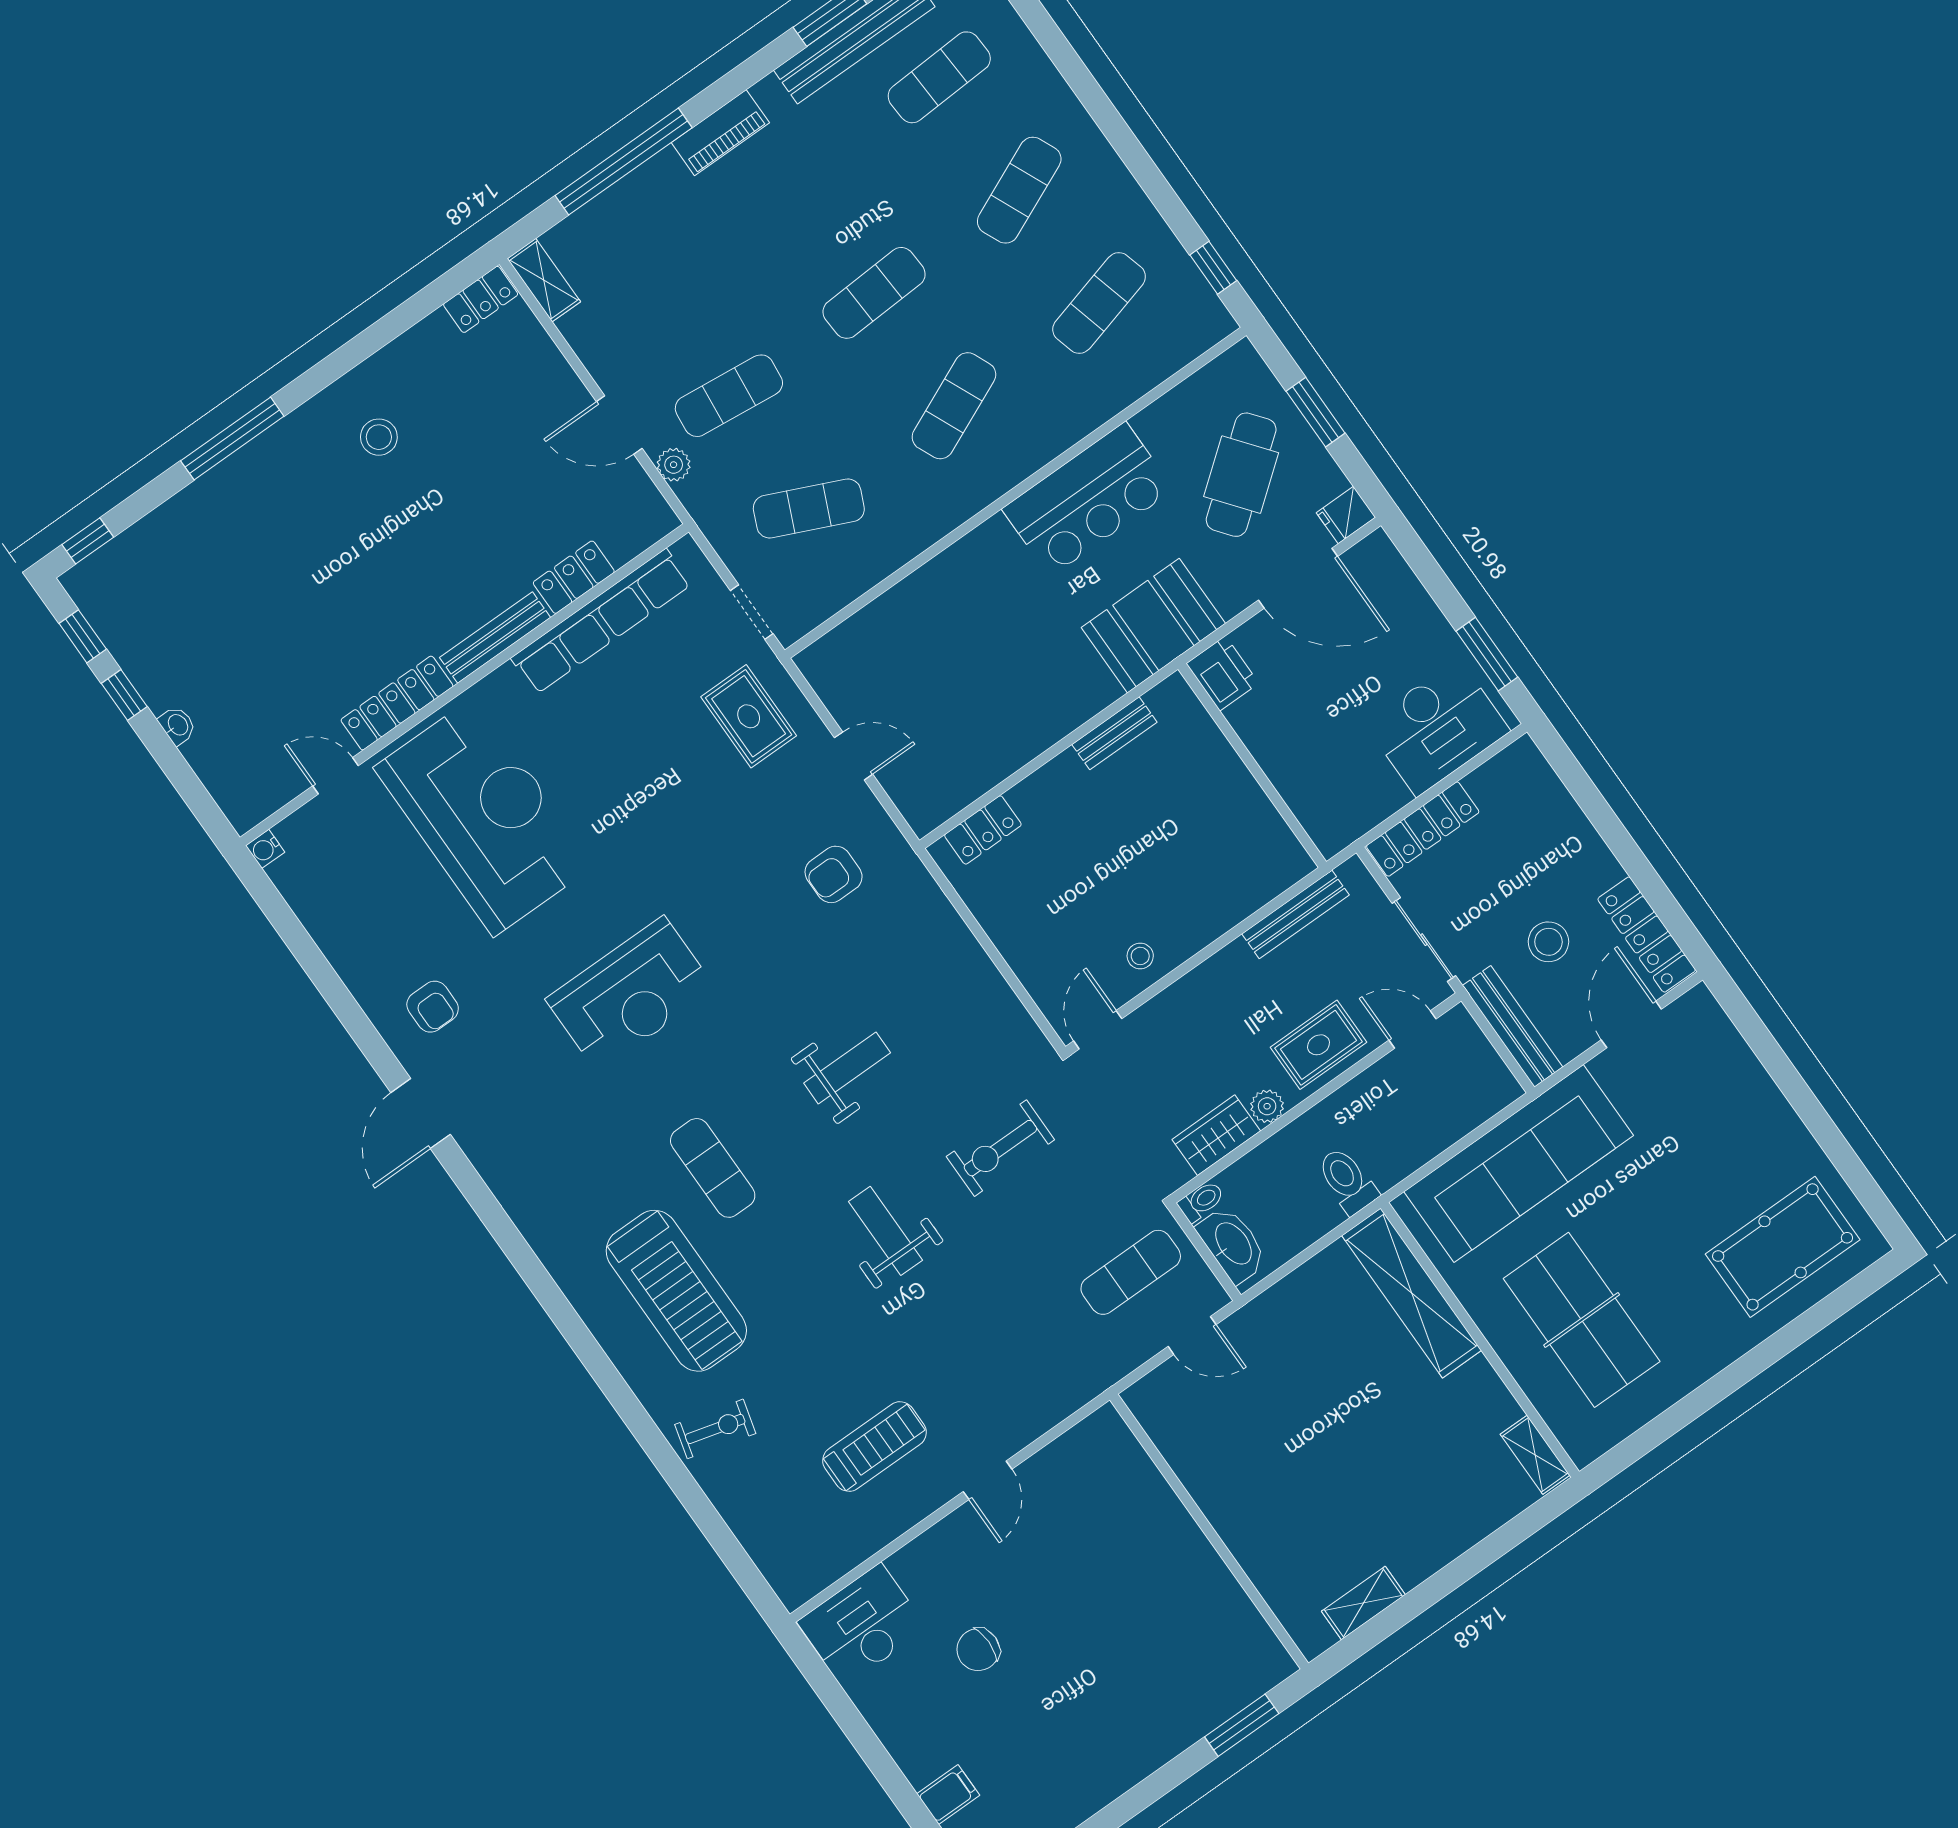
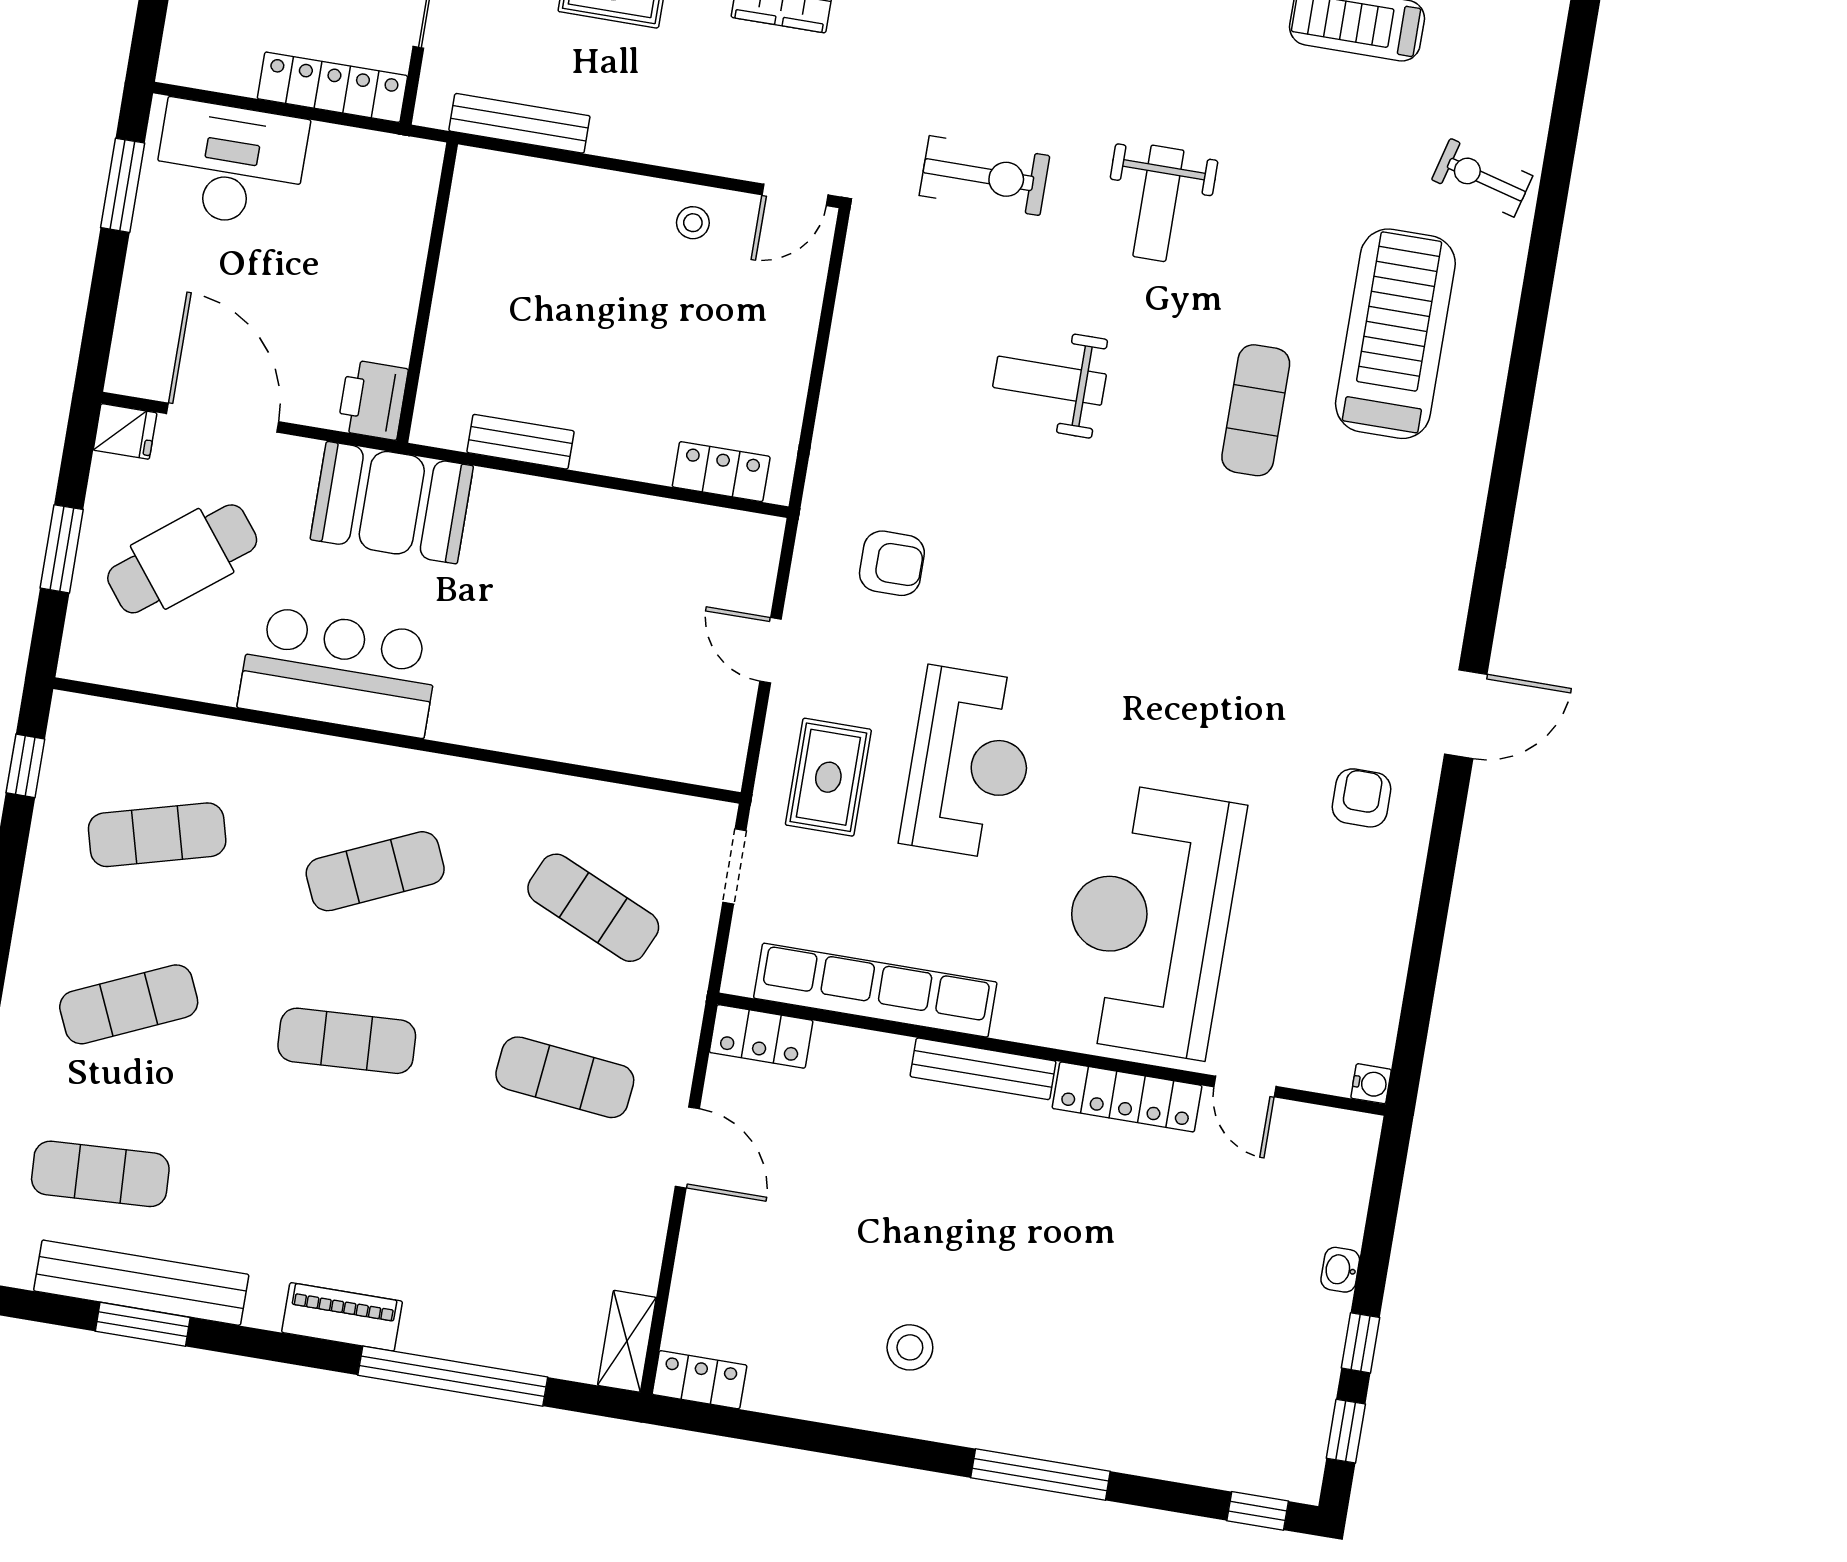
plant: (674, 465) -> (674, 1065), removed
locker: (574, 577) -> (761, 1036), moved
reception desk: (631, 994) -> (969, 763), moved, turned 90

